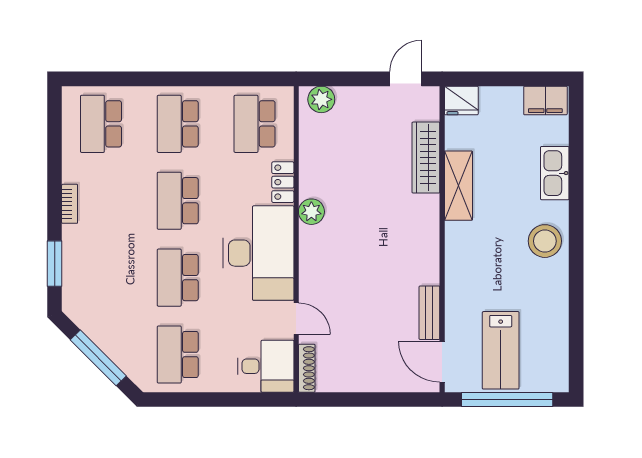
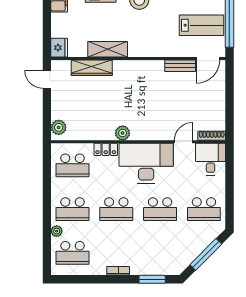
plant: (139, 96) -> (57, 231), added

